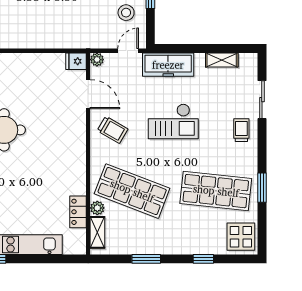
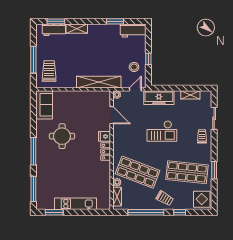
shelving: (66, 38) -> (99, 82), added
fridge: (76, 61) -> (104, 136), moved
trolley: (113, 130) -> (165, 198), moved
locker: (78, 212) -> (106, 152), moved
window: (146, 259) -> (146, 212), width x2.11

